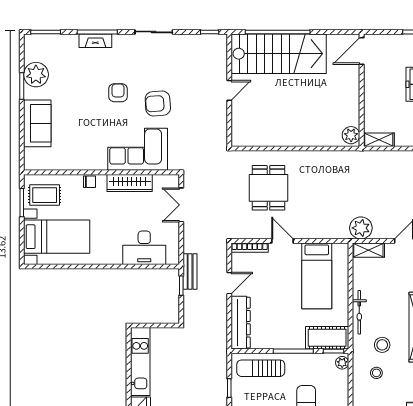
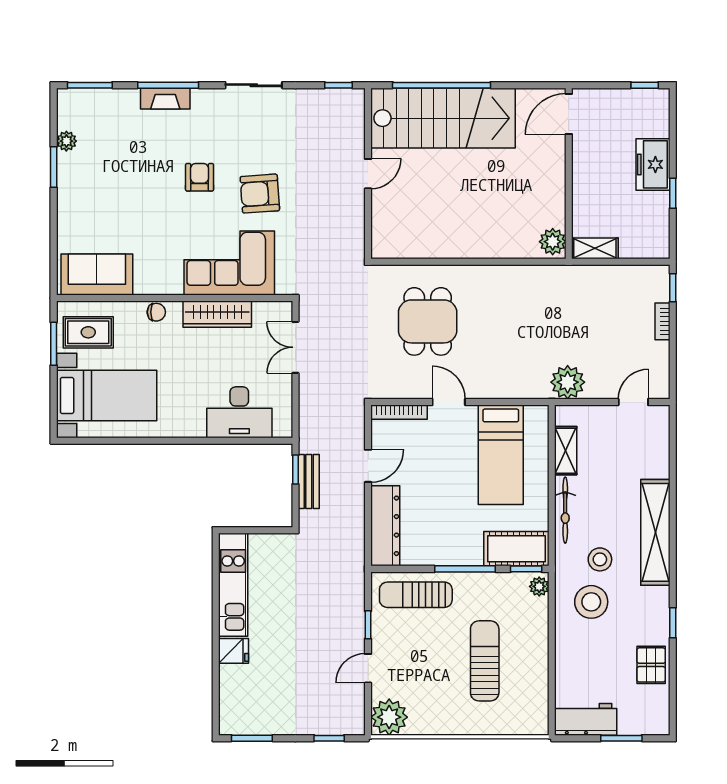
plant: (36, 75) -> (66, 141), width x0.53, depth x0.53
sofa: (37, 123) -> (97, 274), moved, turned -90
shelving: (368, 250) -> (566, 451), moved, turned 90
bench: (190, 272) -> (309, 481), moved
stool: (376, 373) -> (591, 602), width x1.89, depth x1.89

